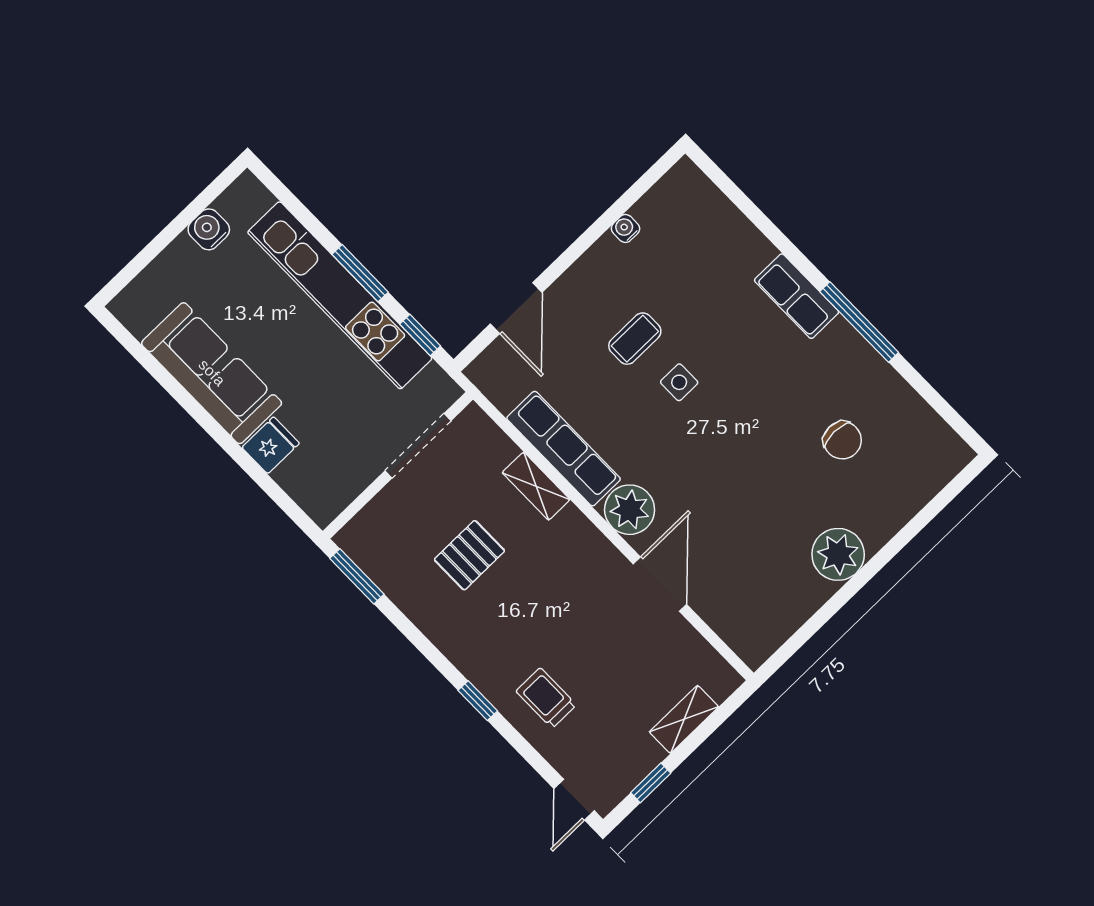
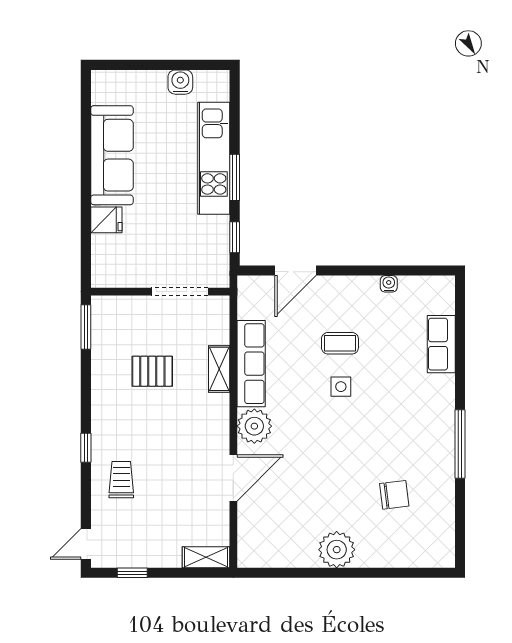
kitchen unit: (340, 295) -> (214, 158), width x0.73
row of seats: (797, 296) -> (441, 344), moved
chair: (842, 440) -> (394, 495), turned -97
shelving: (684, 719) -> (206, 557), moved

